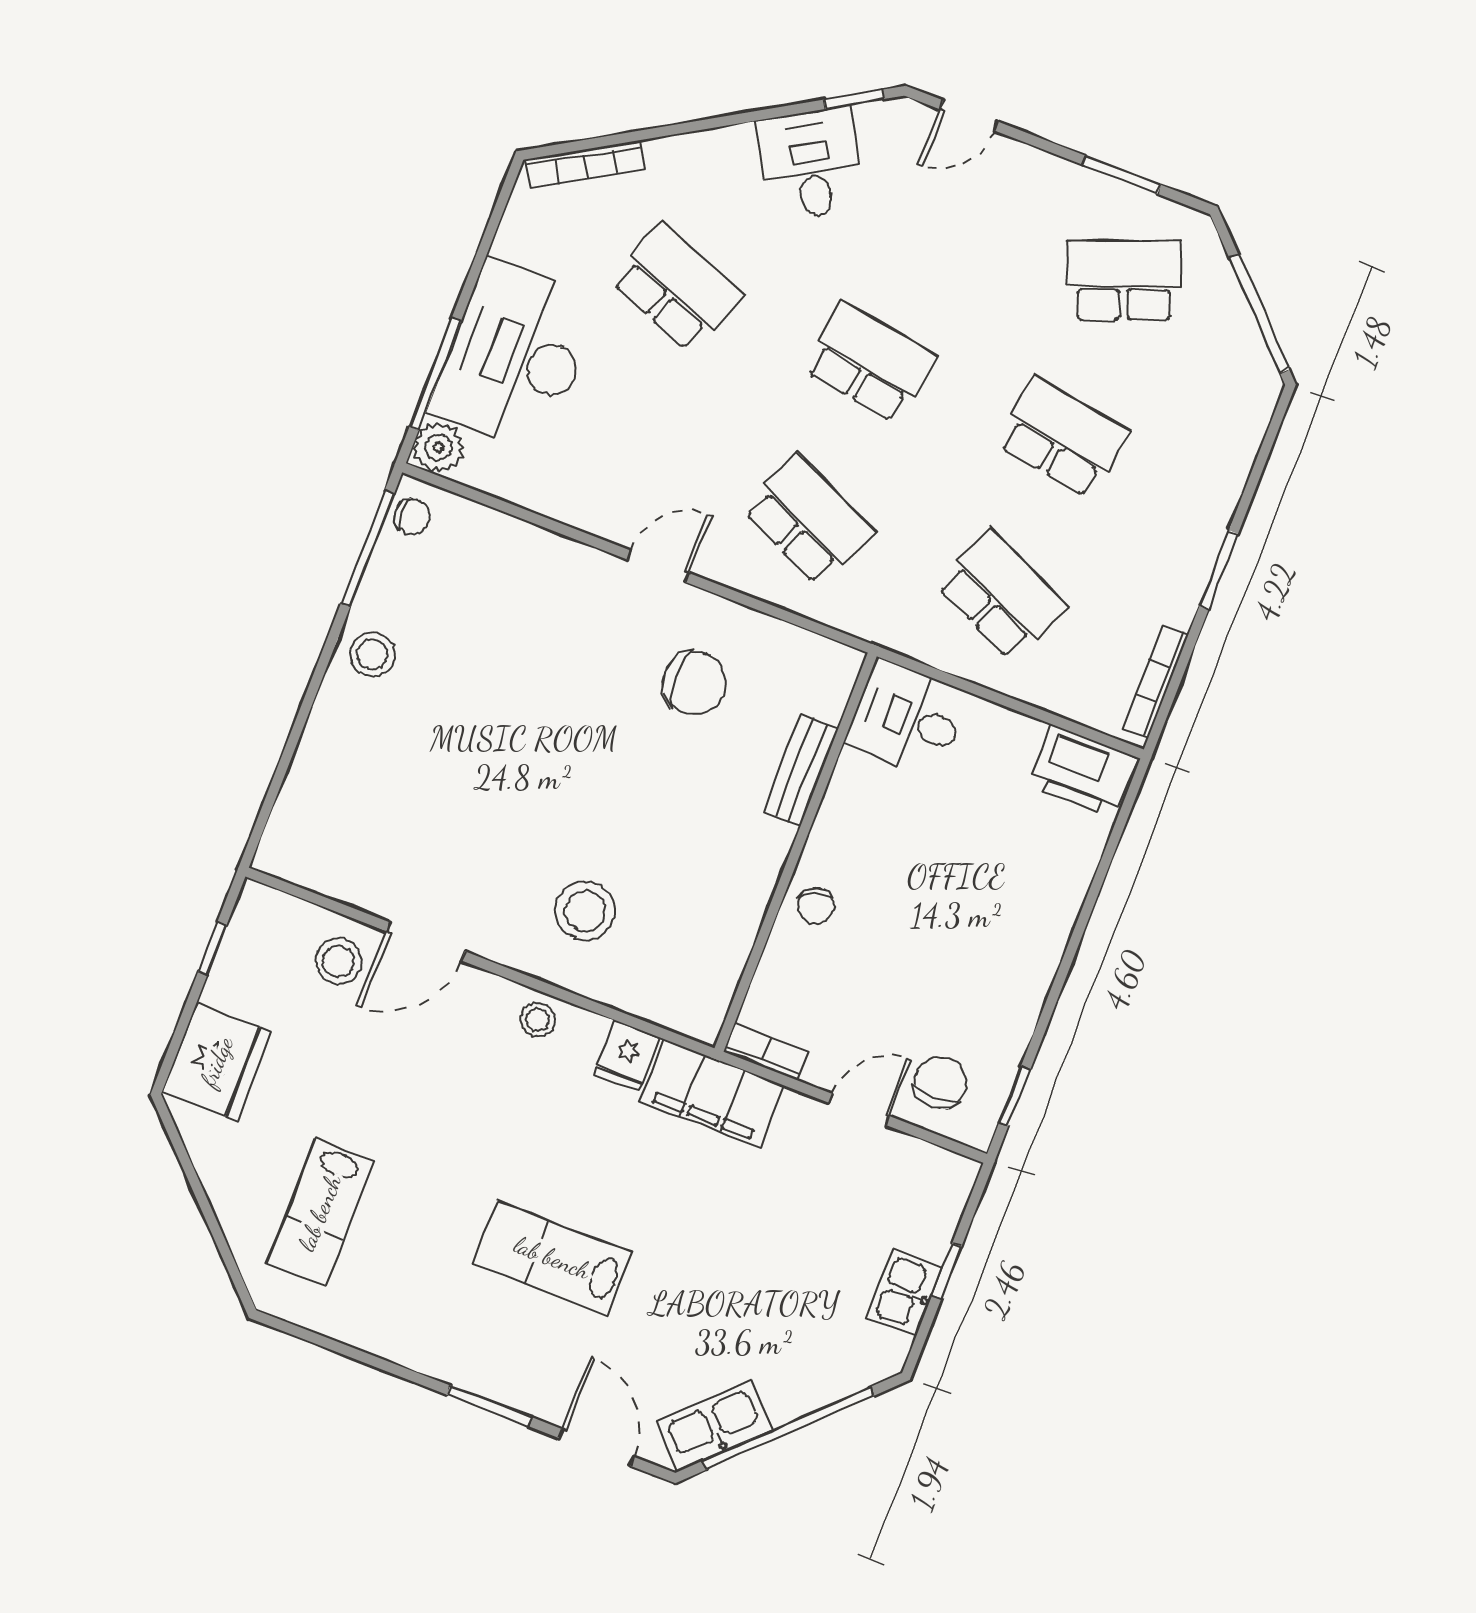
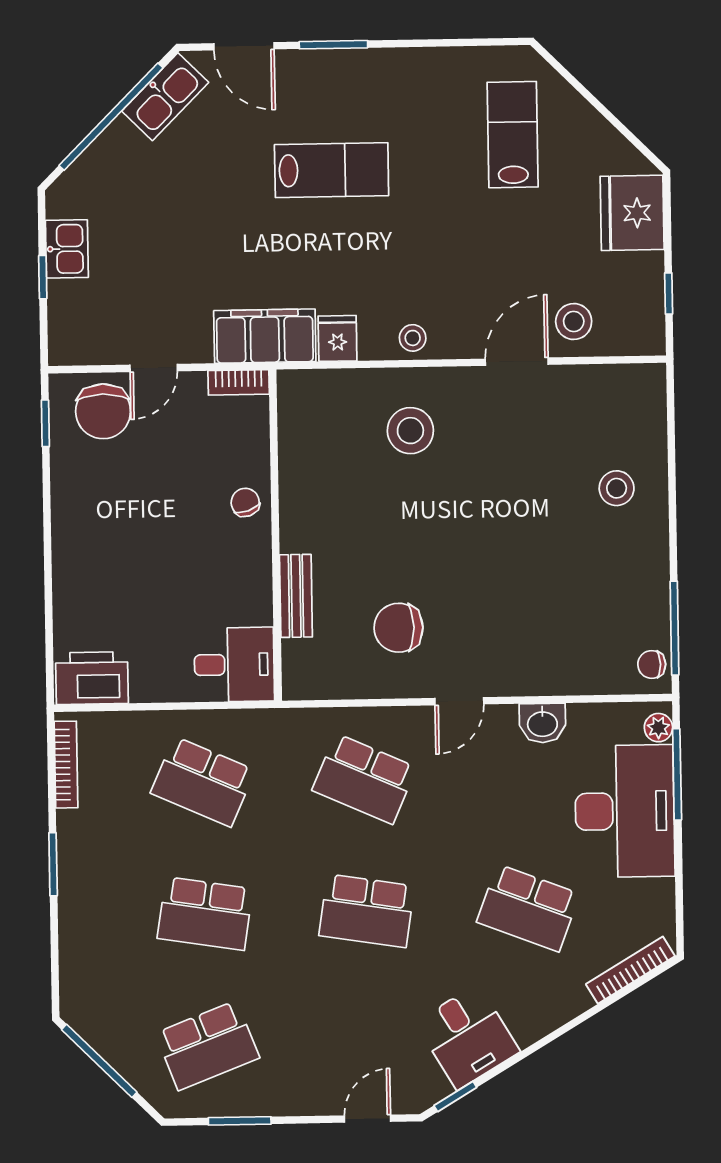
plant: (438, 447) -> (658, 728), width x0.73, depth x0.73
washbasin: (570, 500) -> (542, 723), added
stool: (372, 654) -> (617, 488), moved
chair: (940, 1083) -> (103, 411), width x1.37, depth x1.37

